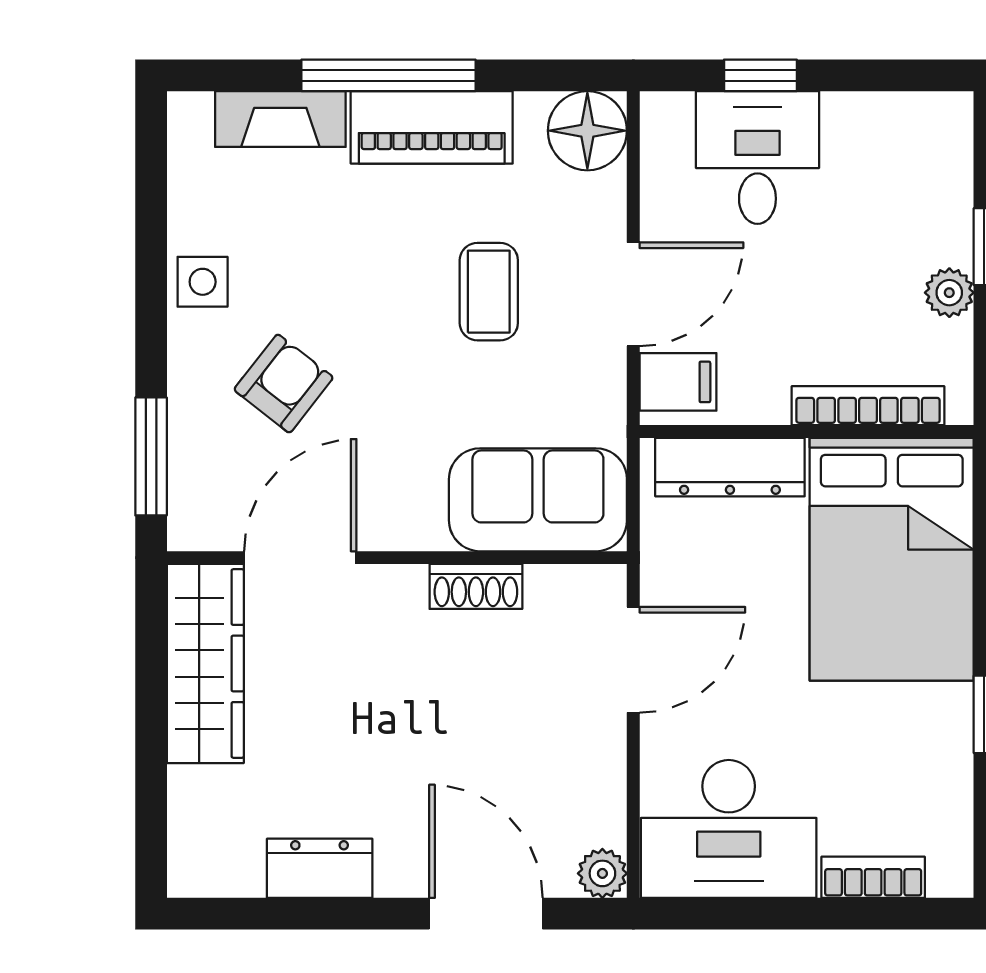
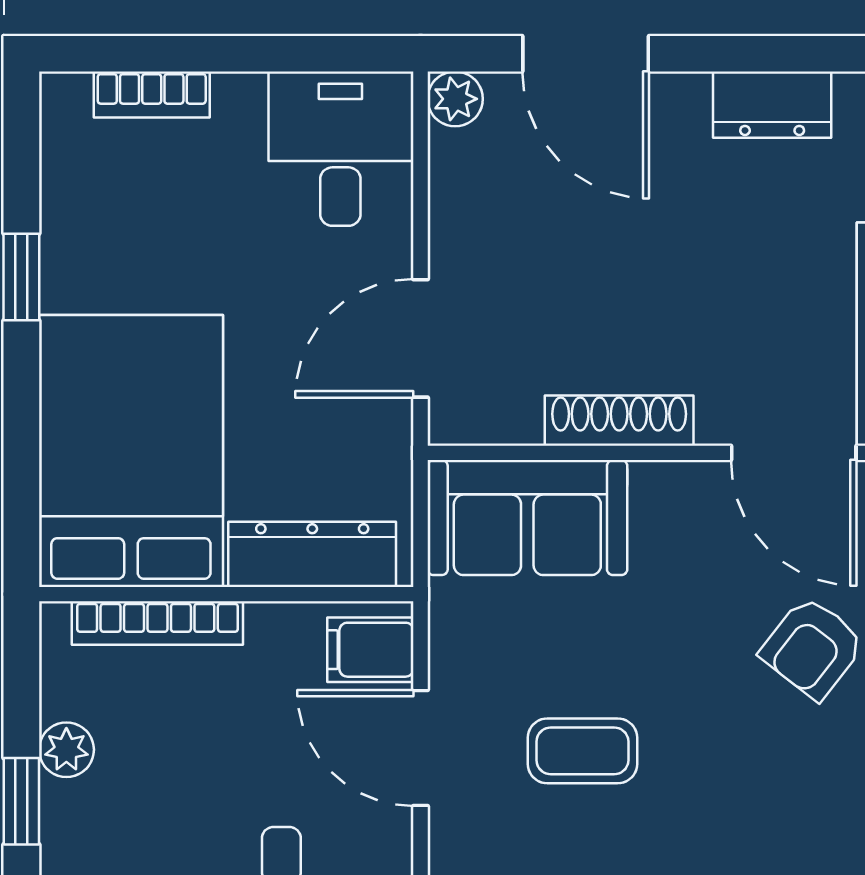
coffee table: (489, 292) -> (582, 751), turned 90
door: (633, 294) -> (421, 748), hinge flipped
door: (300, 558) -> (794, 453), hinge flipped
shoe rack: (476, 586) -> (619, 421), width x1.43
desk: (729, 829) -> (340, 149), width x0.73

